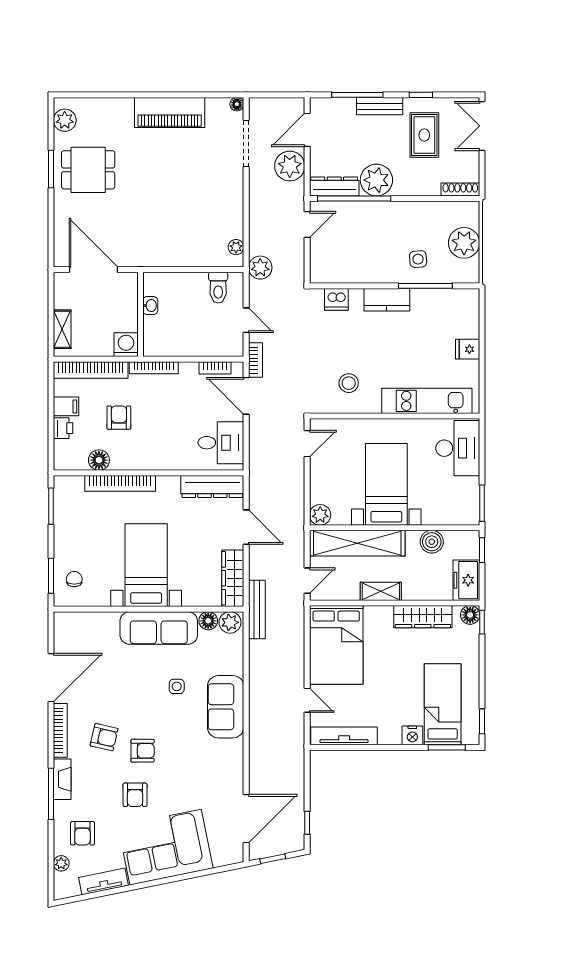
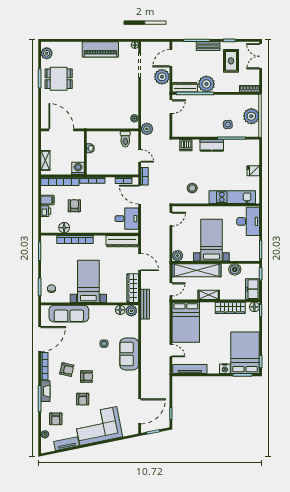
sofa: (159, 628) -> (69, 314), moved
bed: (443, 704) -> (245, 353), width x1.50

